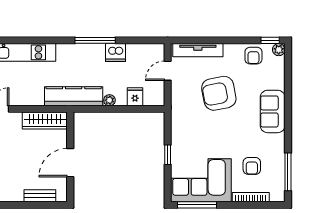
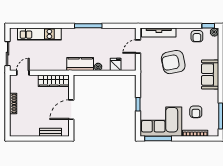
dishwasher: (116, 53) -> (102, 34), removed
kitchen counter: (74, 96) -> (80, 64), width x0.67

